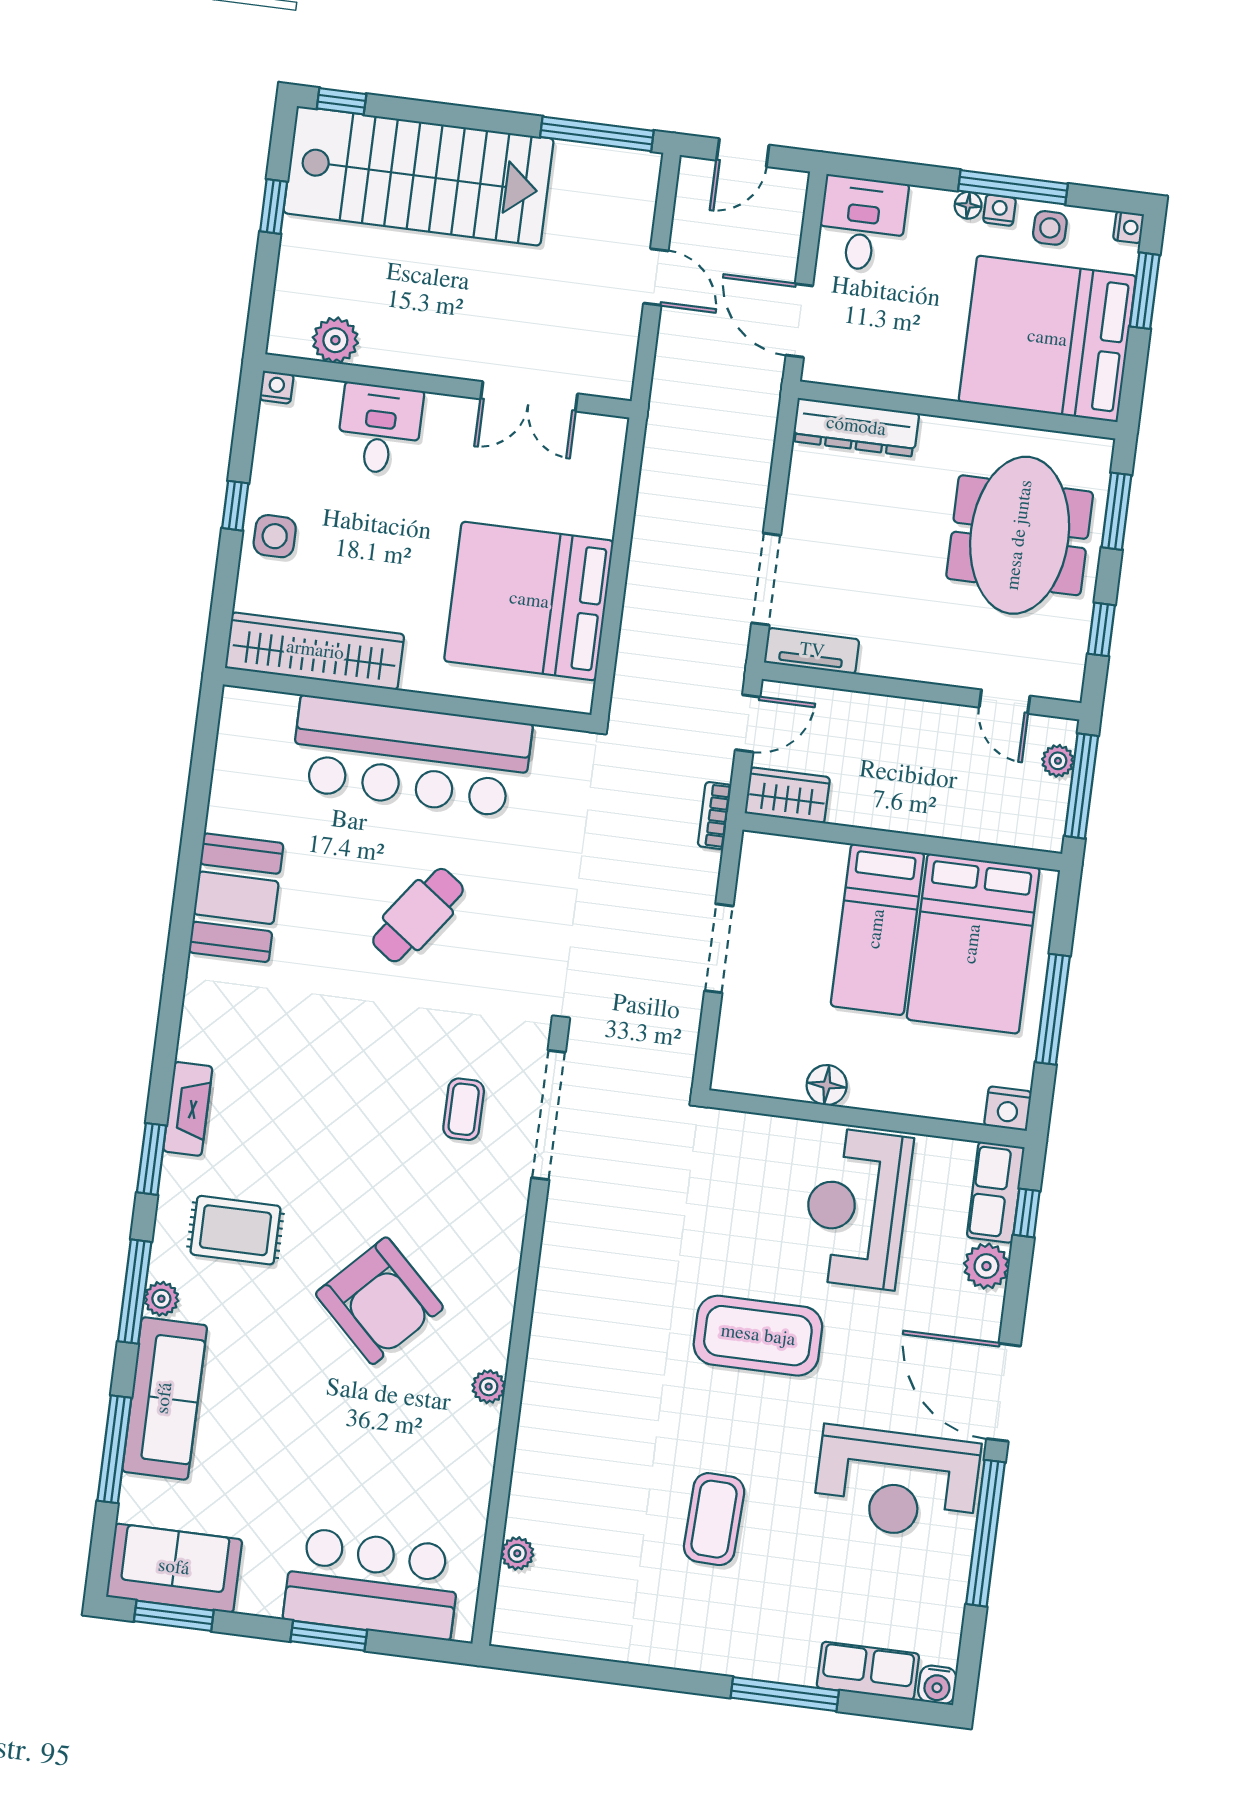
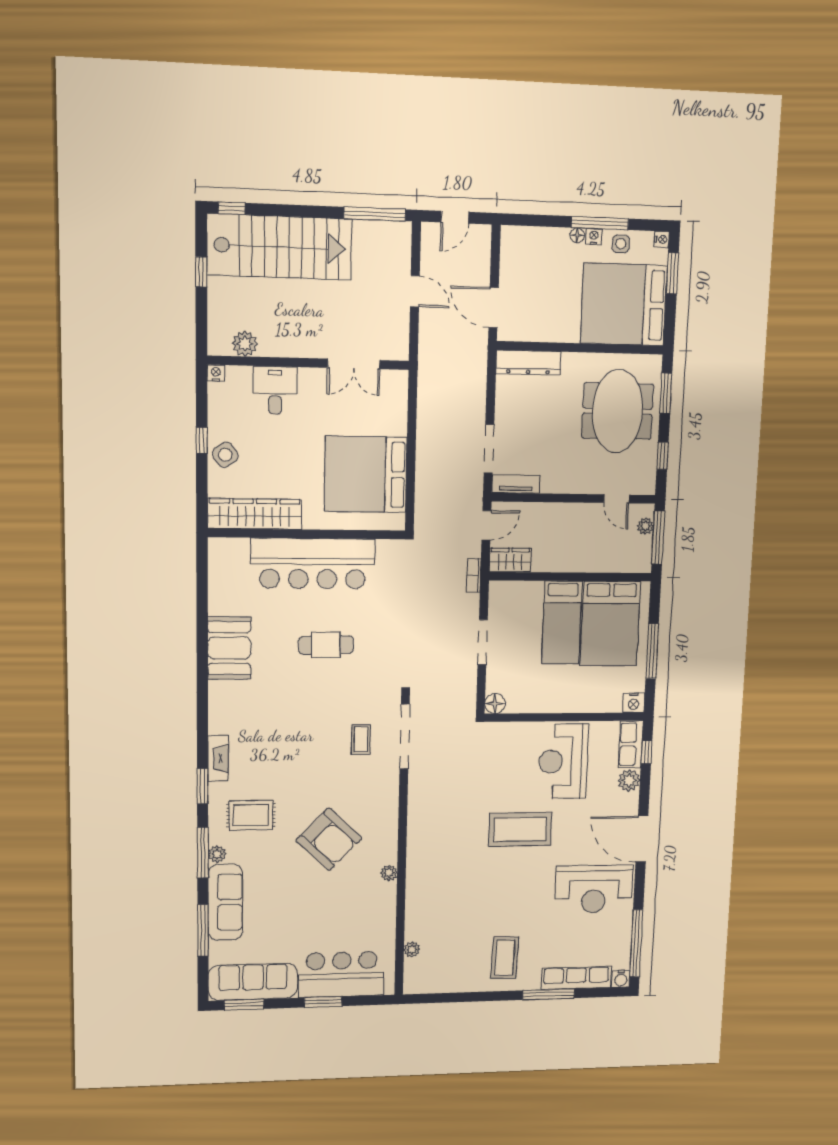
desk: (862, 224) -> (522, 251), removed
side table: (275, 536) -> (225, 455), turned -36
cafe table: (418, 915) -> (326, 645), turned 53
floor lamp: (827, 1085) -> (495, 704), moved
coffee table: (714, 1519) -> (505, 958), moved
window: (986, 1533) -> (636, 943), moved
sofa: (174, 1568) -> (253, 982), width x1.36
row of seats: (868, 1671) -> (576, 978), width x1.48

